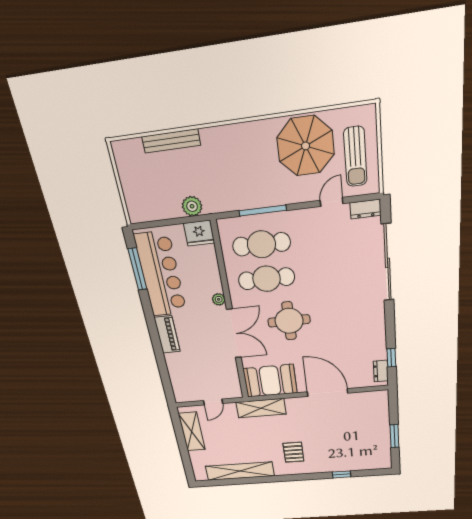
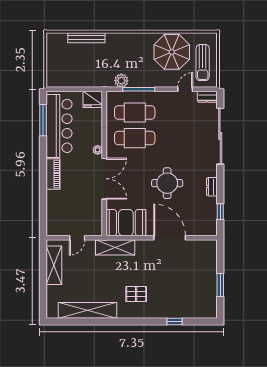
plant: (192, 206) -> (121, 81), moved
round table: (289, 321) -> (167, 183), moved
dresser: (381, 371) -> (212, 187), moved
pallet: (293, 452) -> (136, 294), turned 90

